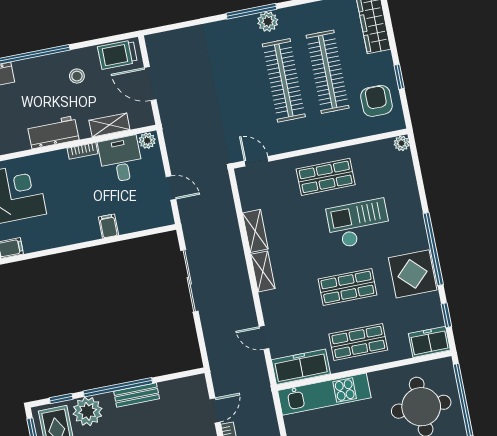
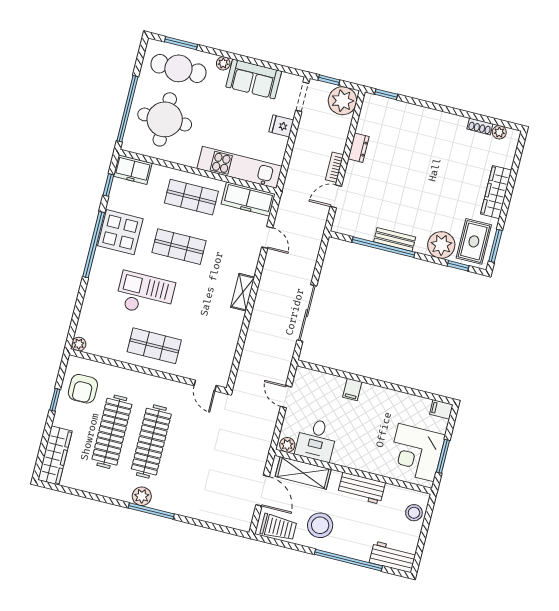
stool: (77, 76) -> (320, 525), width x1.89, depth x1.89
shelving: (109, 125) -> (303, 473), width x1.50, depth x1.33
bookcase: (82, 151) -> (345, 461), removed
checkout: (359, 223) -> (145, 295), turned 180
shelving: (255, 231) -> (233, 329), removed
window: (118, 387) -> (383, 247), moved

